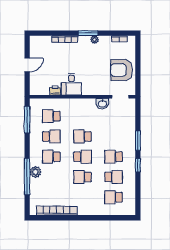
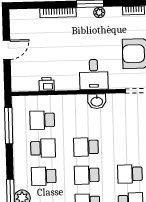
desk: (71, 84) -> (94, 75), moved
washbasin: (102, 104) -> (97, 101), moved
school desk: (82, 157) -> (87, 175), turned 180

